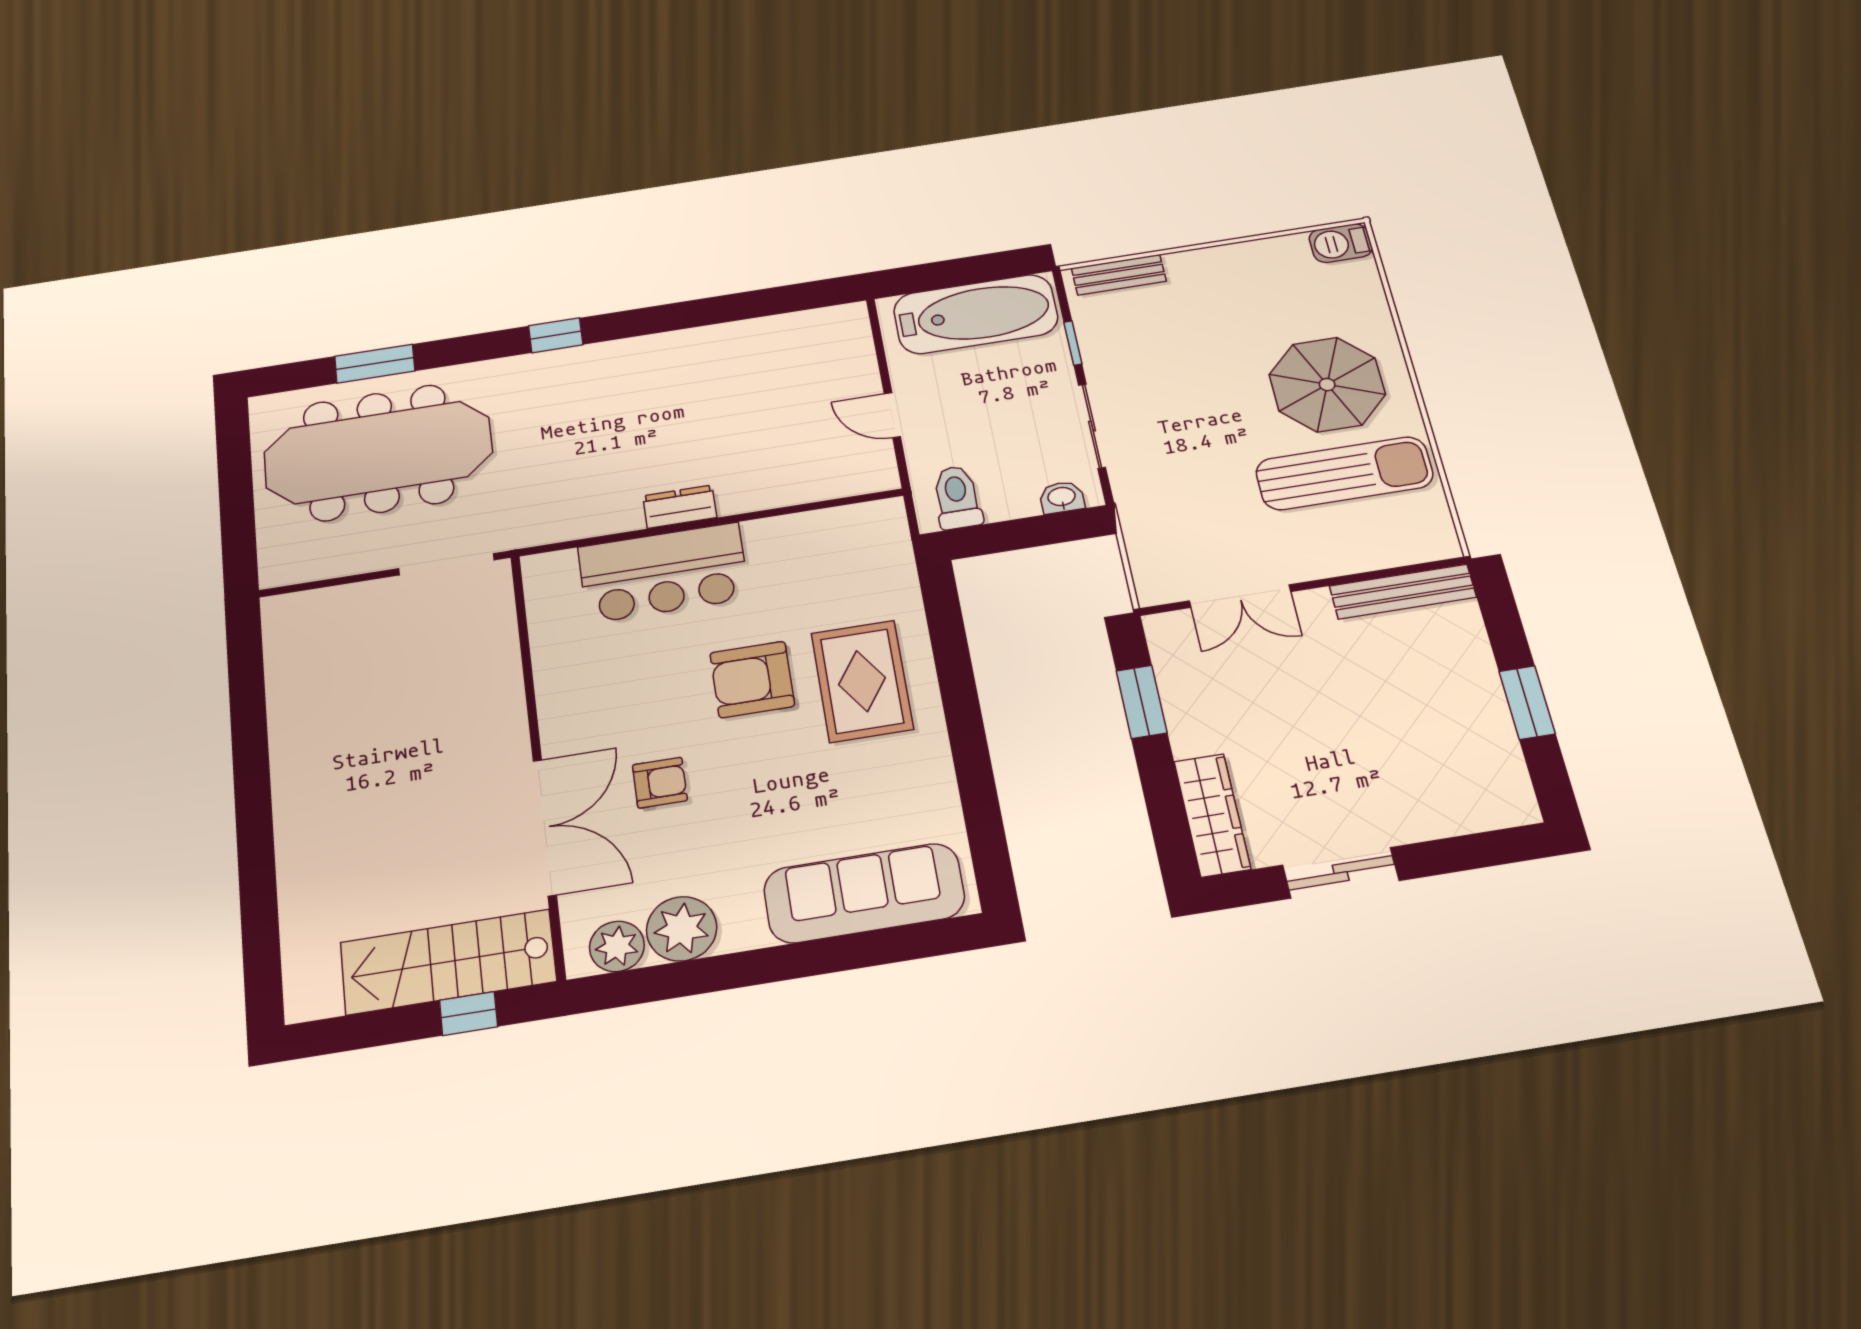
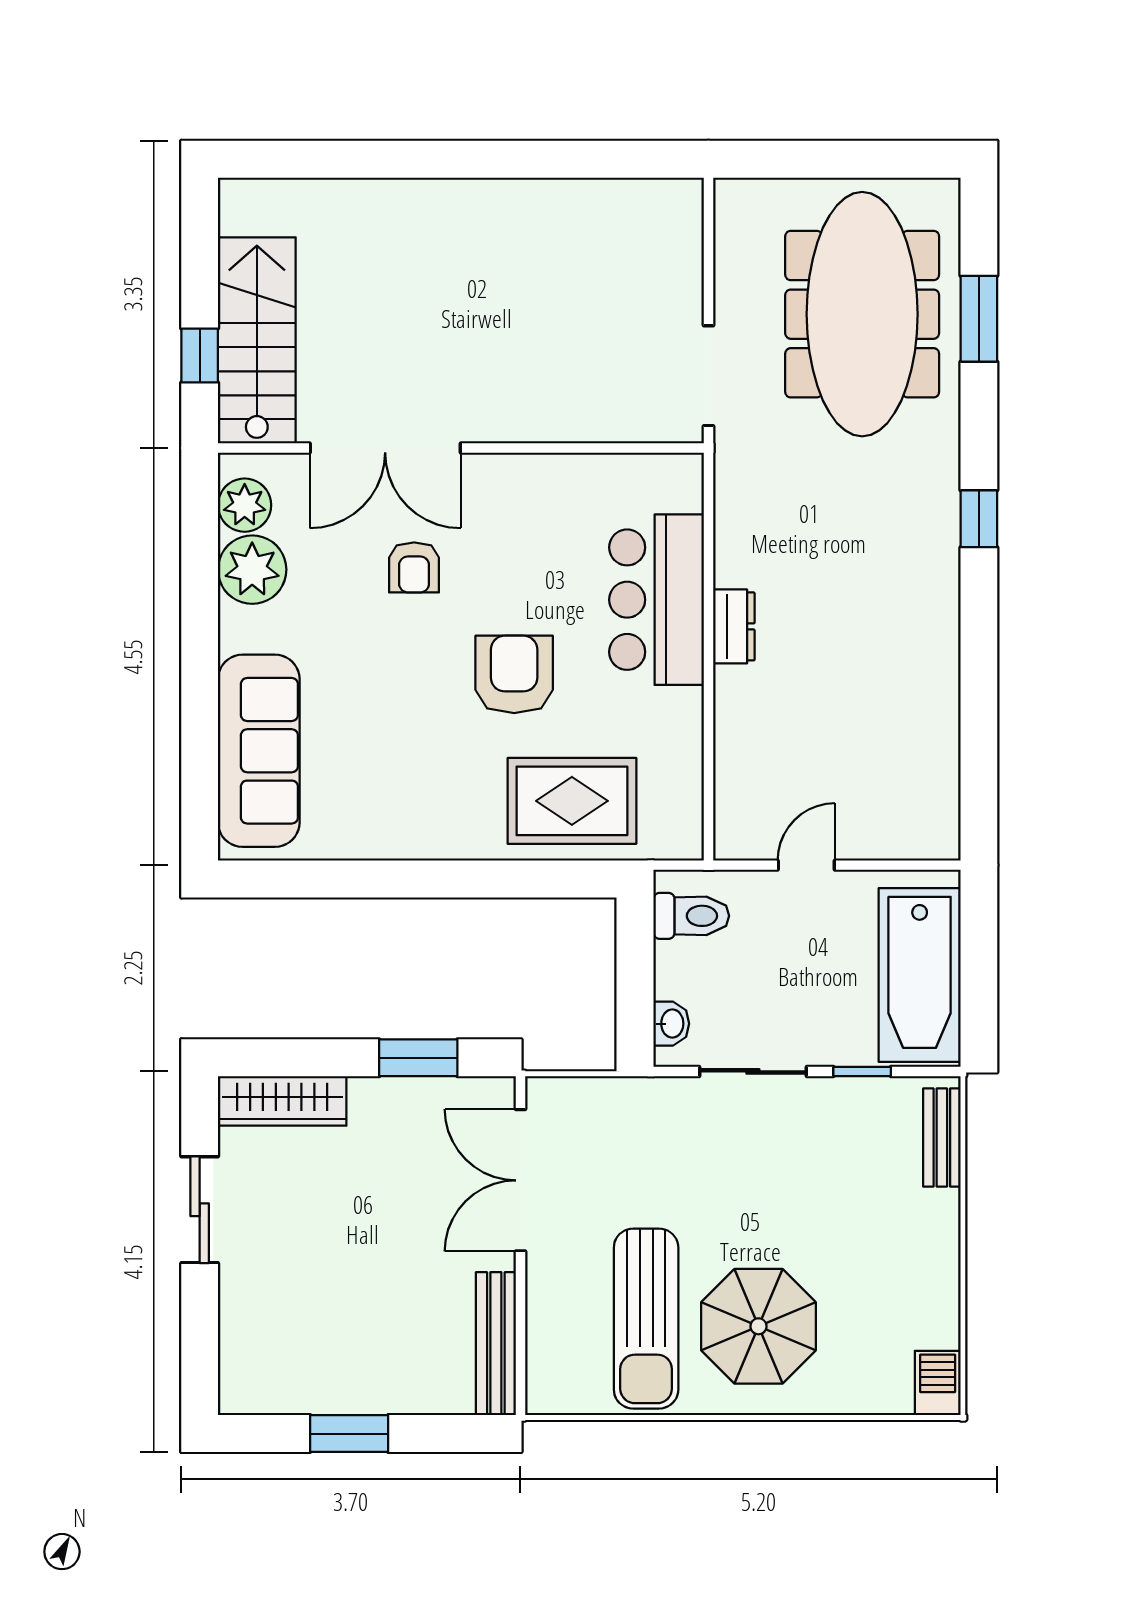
double door: (1240, 596) -> (520, 1180), width x1.37
rug: (862, 681) -> (572, 801), moved

